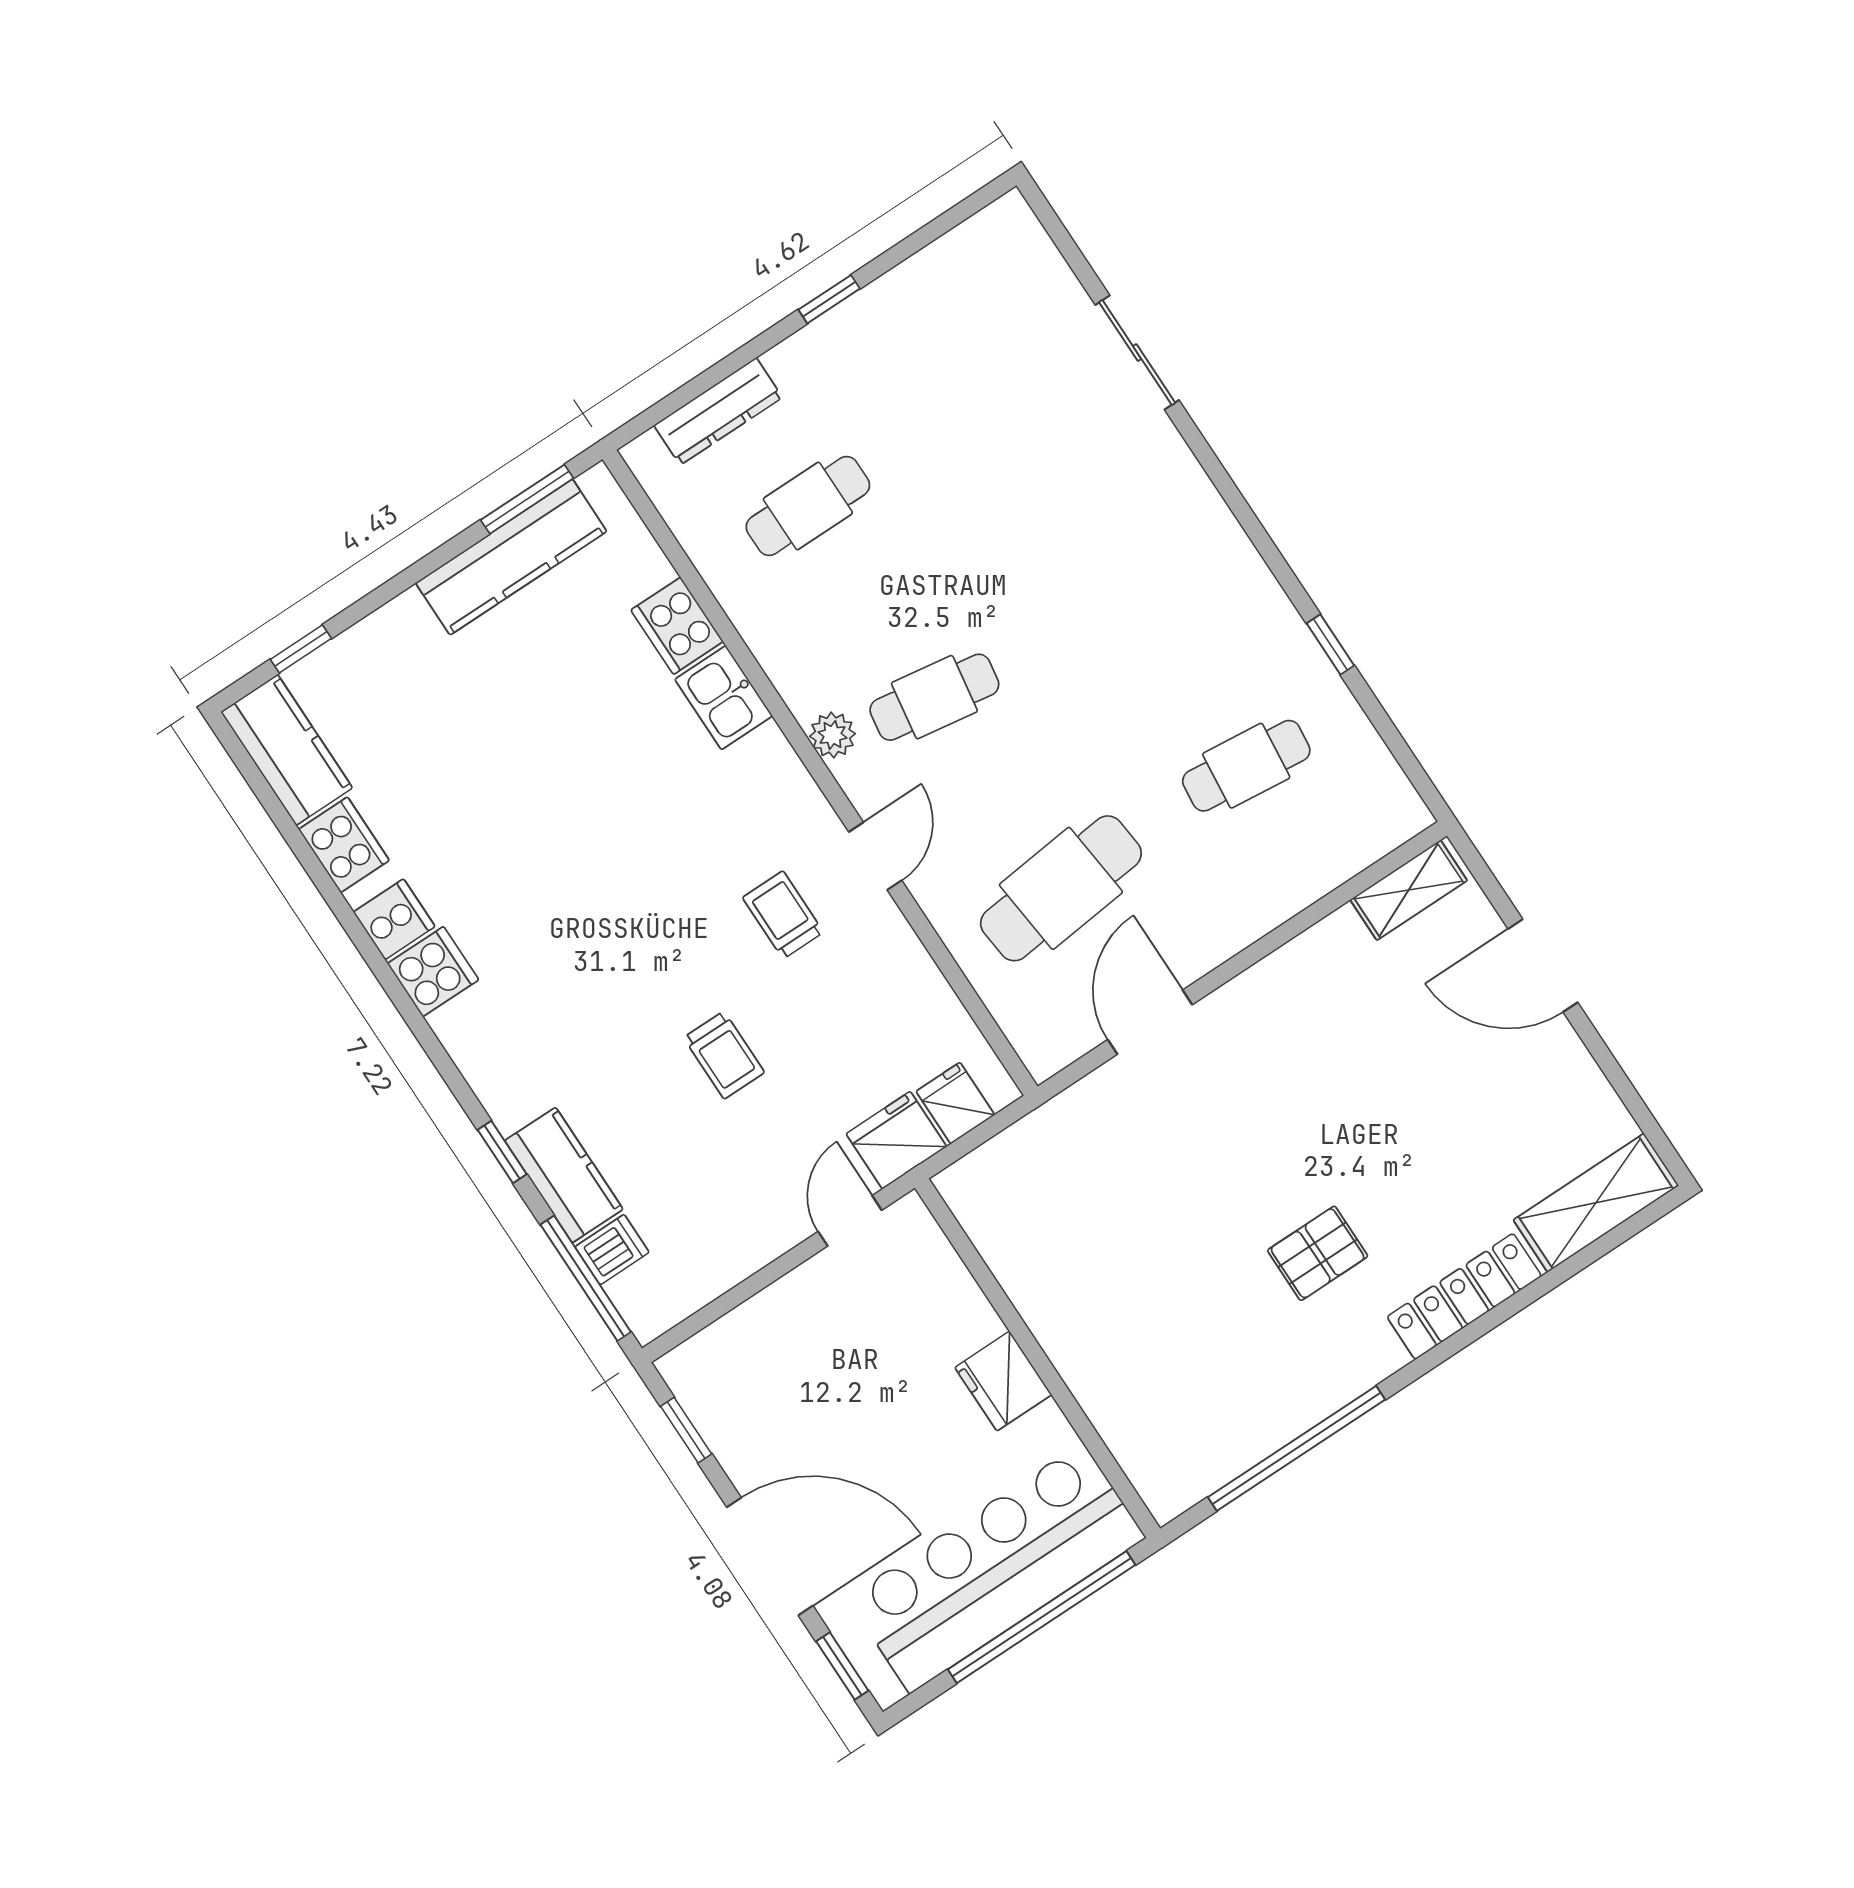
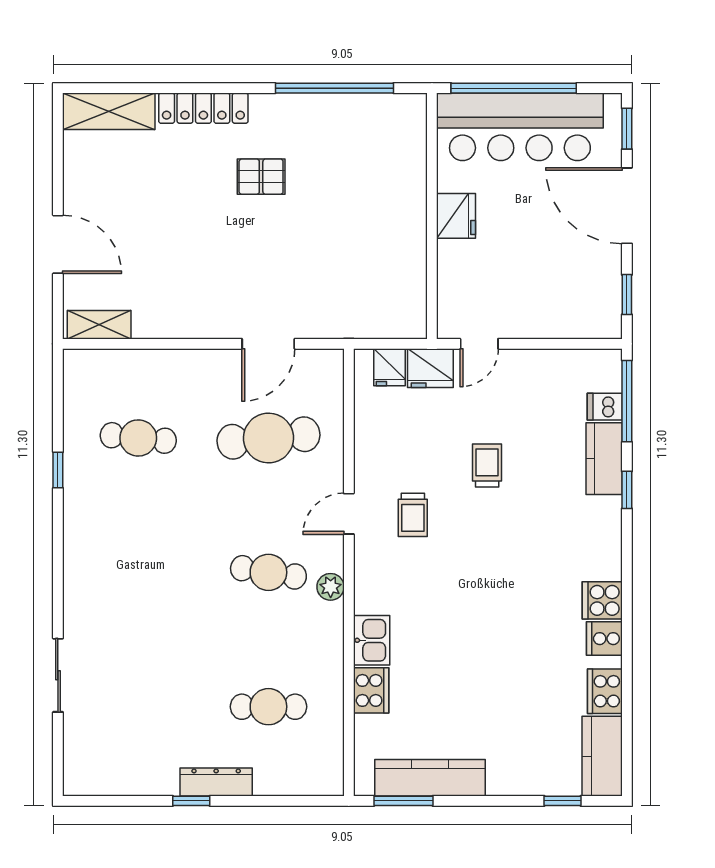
dresser: (718, 411) -> (216, 782), moved

